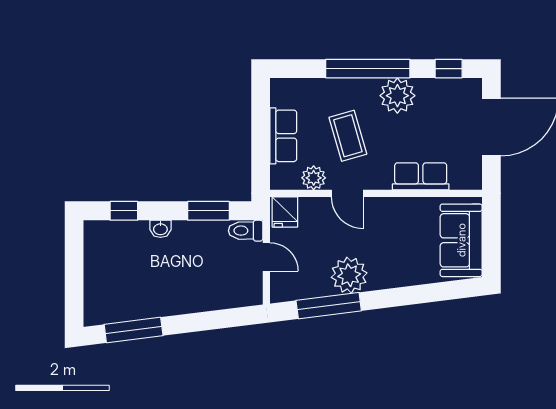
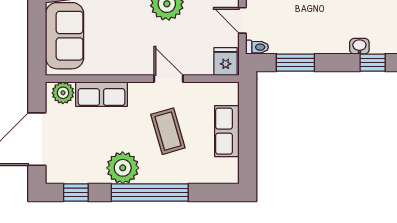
plant: (314, 178) -> (63, 93), moved
washbasin: (160, 229) -> (359, 46), moved
toilet: (246, 231) -> (257, 47), width x0.73, depth x0.72

